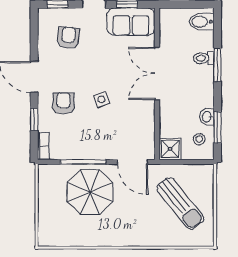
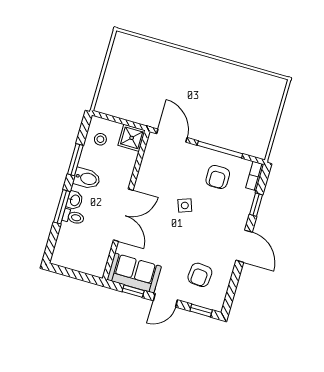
bidet: (202, 22) -> (87, 178), moved
armchair: (63, 103) -> (218, 177), moved
washbasin: (207, 117) -> (75, 200), moved
window: (217, 127) -> (75, 160), moved
parasol: (90, 192) -> (222, 118), removed
sun lounger: (180, 203) -> (137, 82), removed

